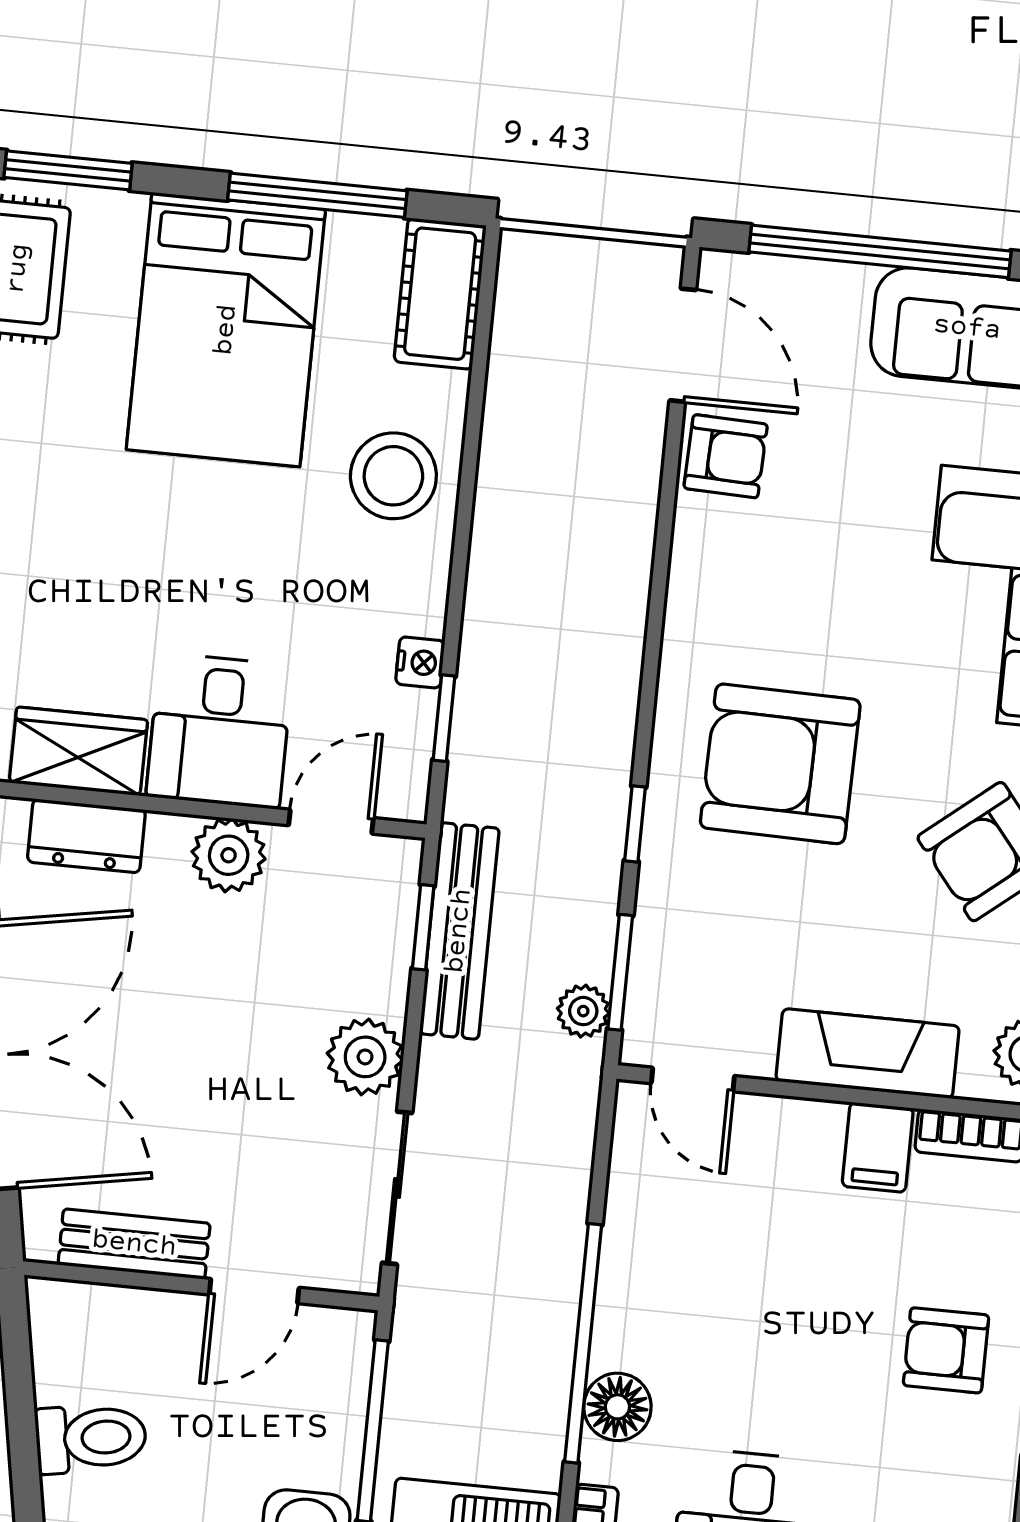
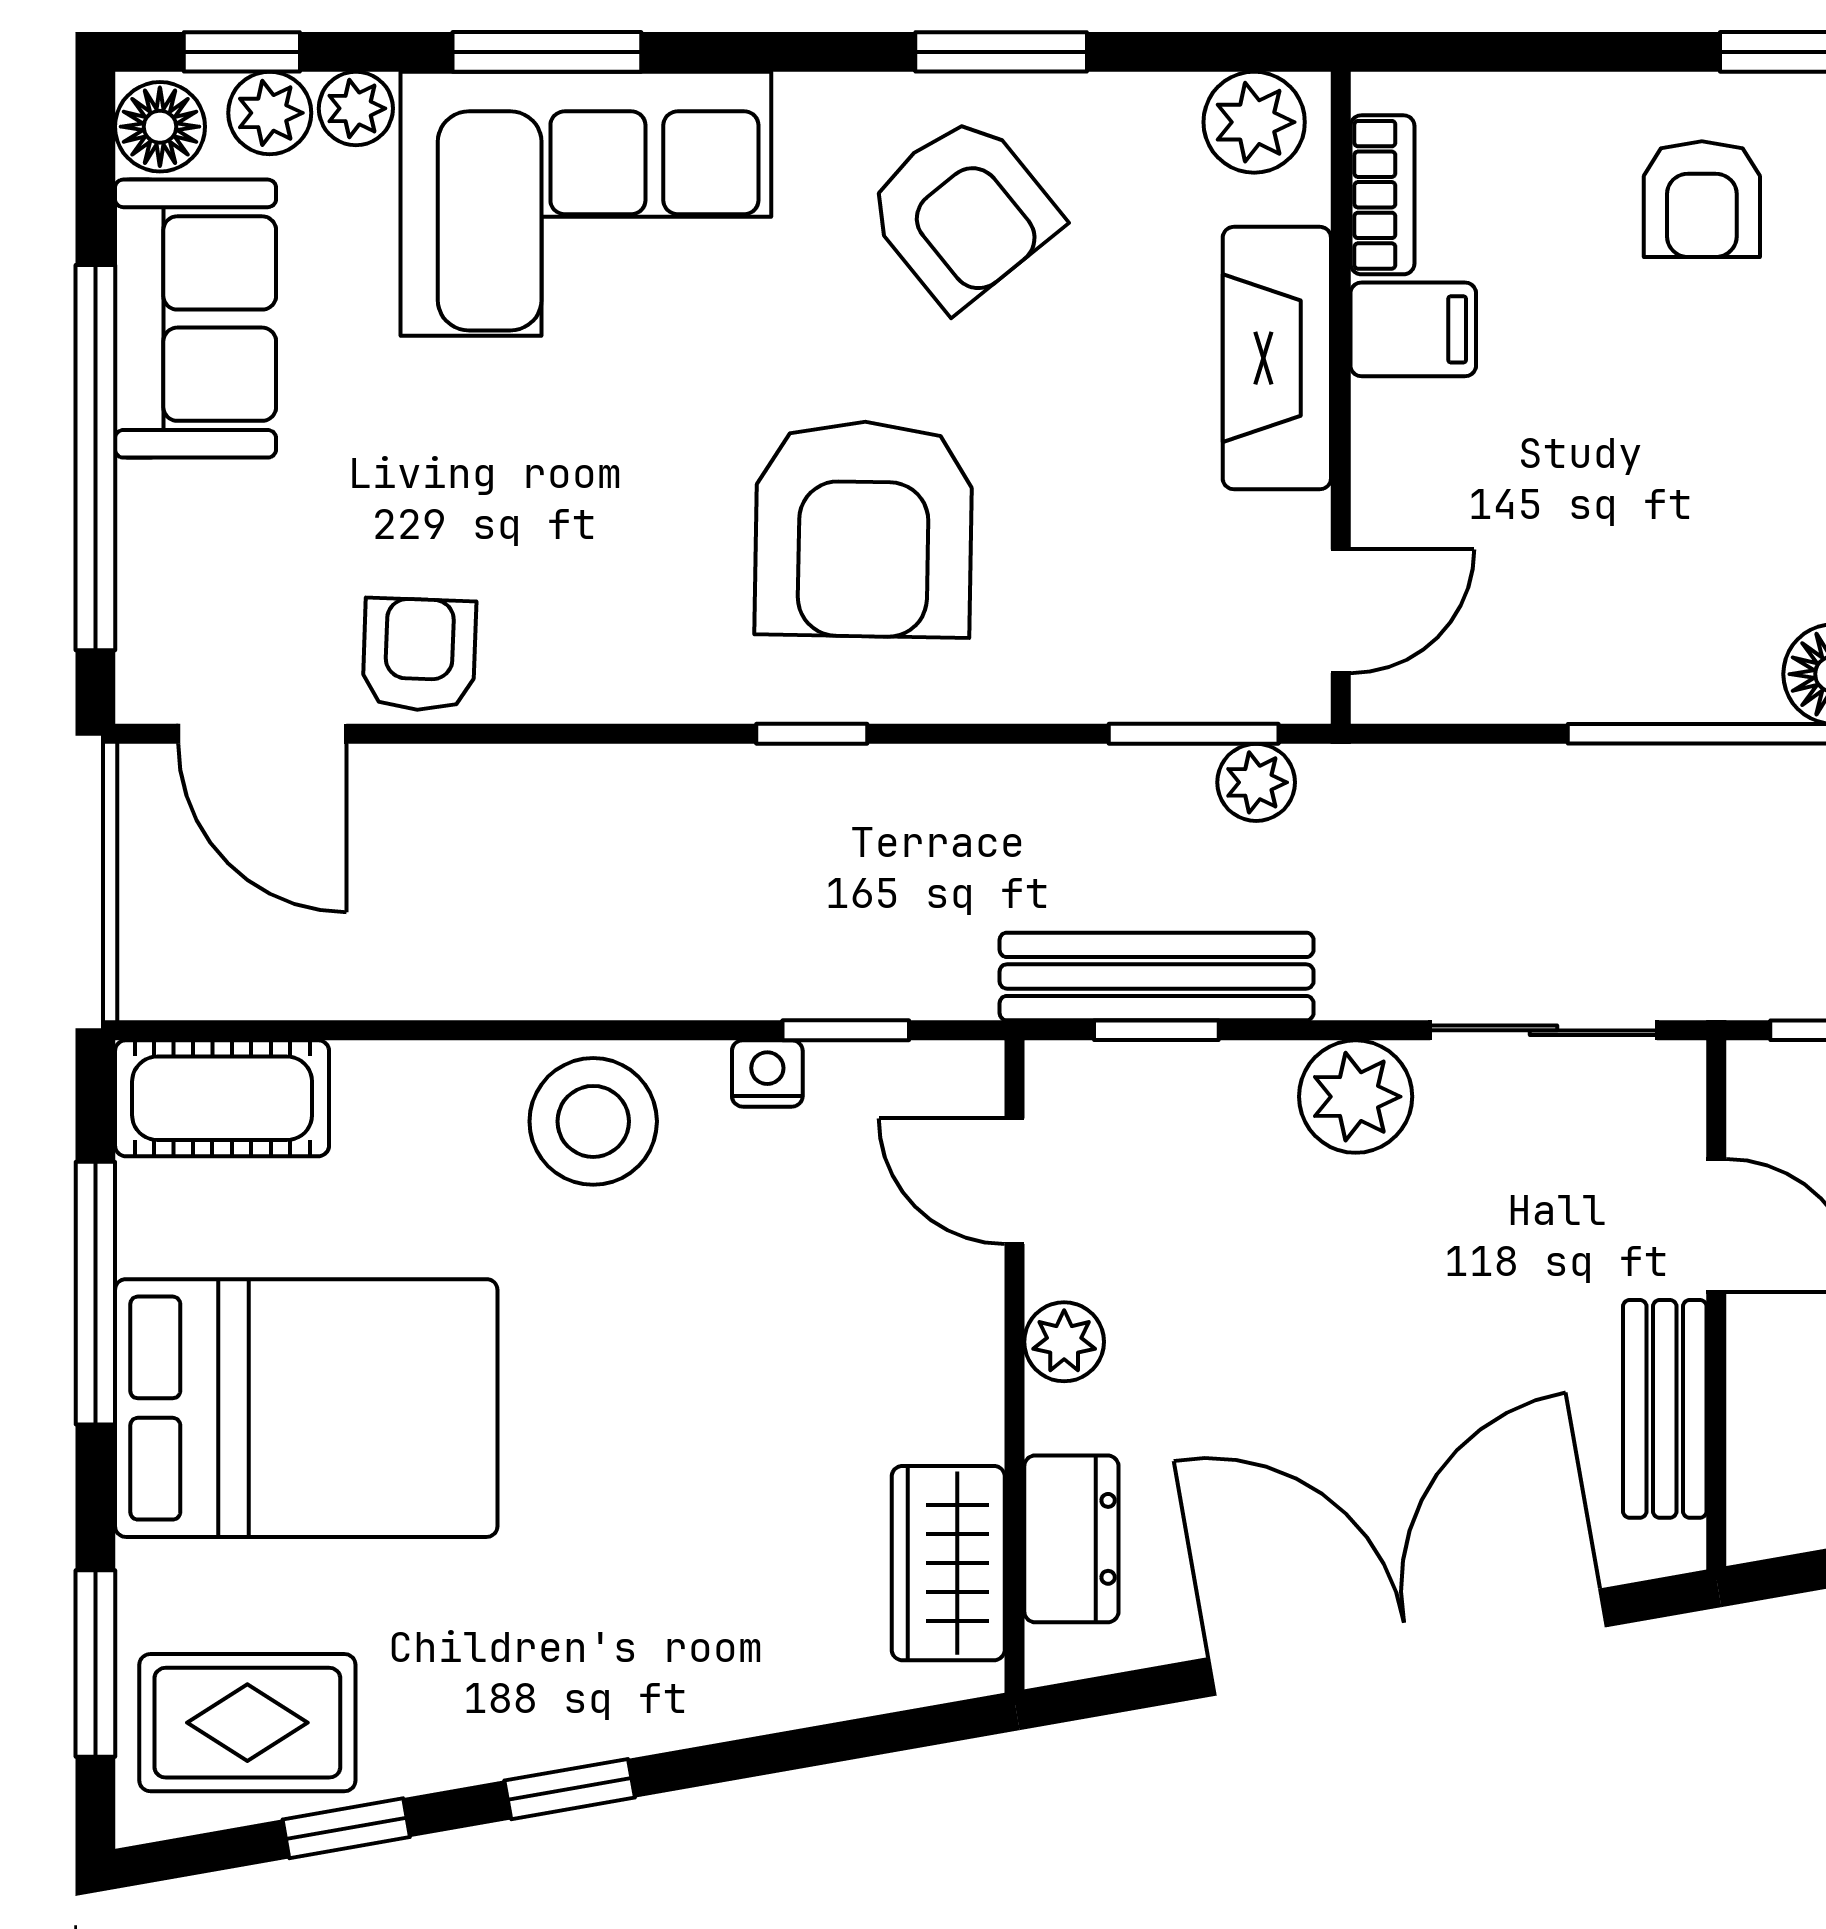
door: (683, 345) -> (262, 734), swing flipped
stool: (393, 476) -> (593, 1121), moved
desk: (220, 731) -> (898, 1359), removed
window: (635, 824) -> (812, 734), moved
plant: (229, 855) -> (1064, 1342), width x0.73, depth x0.73

